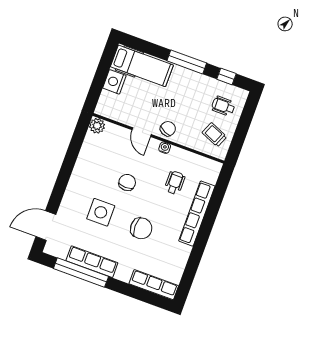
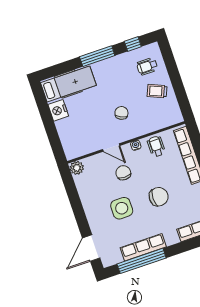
plant: (97, 126) -> (77, 168), moved
door: (142, 132) -> (111, 147), moved
wall: (158, 138) -> (126, 142), moved
water cooler: (165, 148) -> (136, 145), moved

